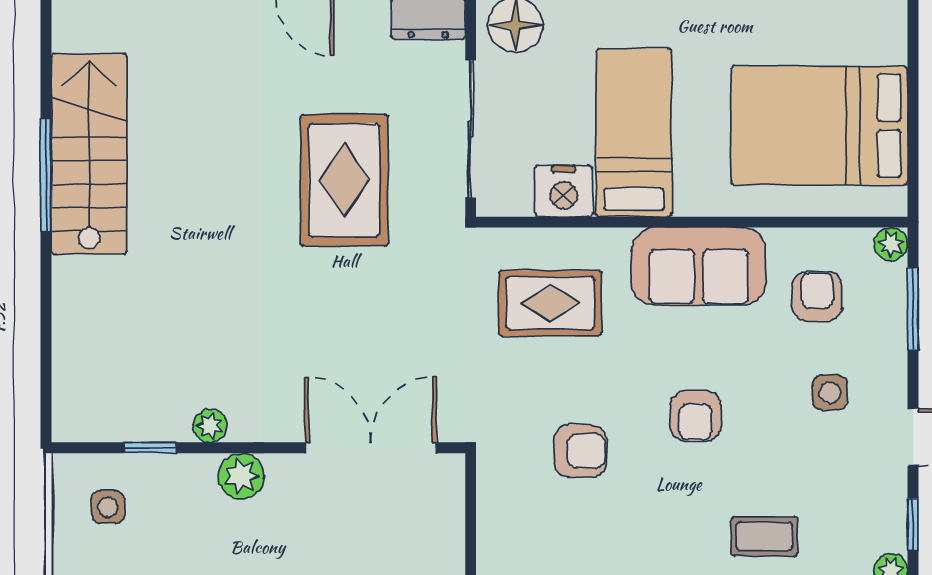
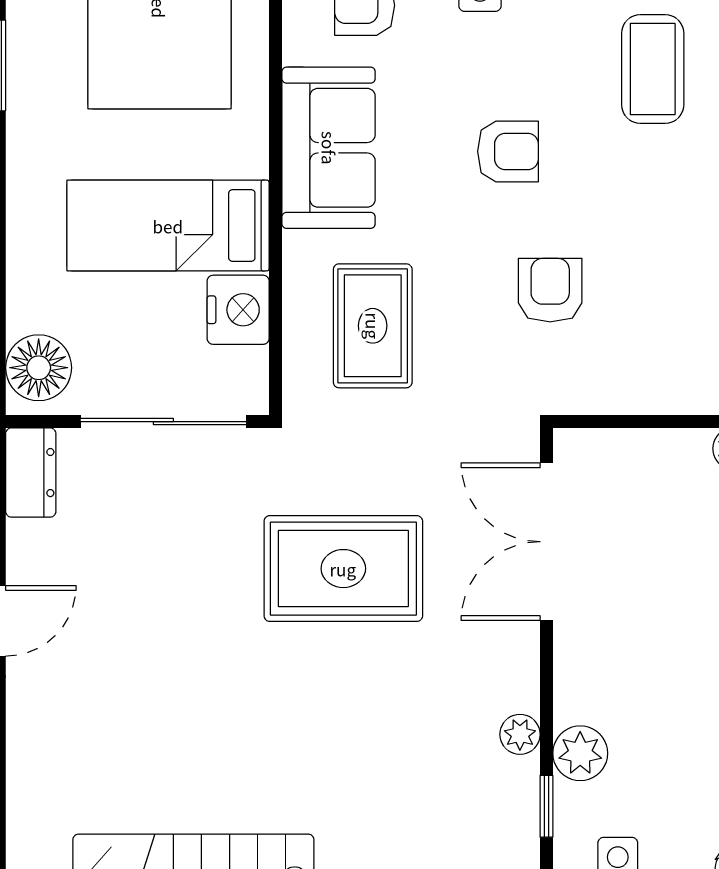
rug: (344, 180) -> (343, 569), moved
plant: (241, 476) -> (580, 753), moved
coffee table: (764, 536) -> (653, 69), width x1.36, depth x1.30

